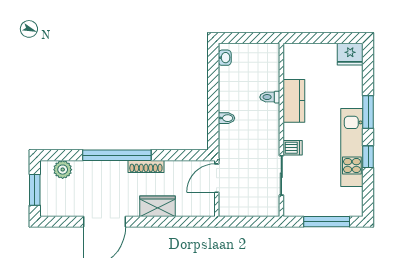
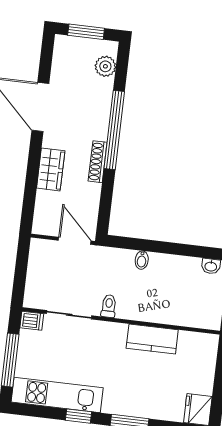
toilet: (270, 97) -> (109, 306), moved
dishwasher: (293, 148) -> (32, 321), moved, turned -90
kitchen unit: (352, 148) -> (57, 395), moved

